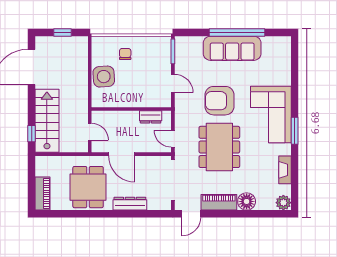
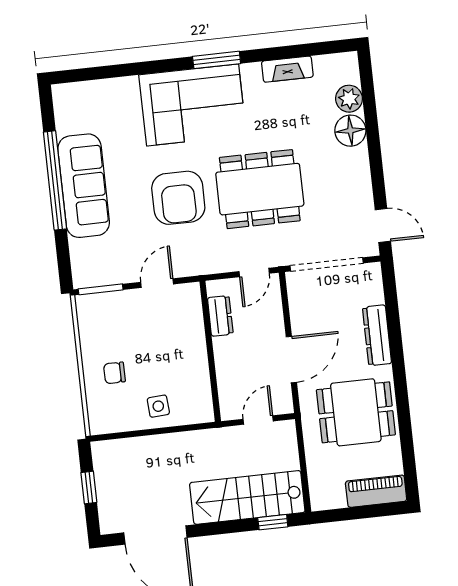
side table: (104, 77) -> (158, 406), width x0.54, depth x0.54
piano: (219, 202) -> (357, 179), removed
plant: (283, 203) -> (349, 99), moved

